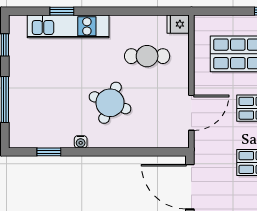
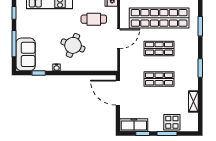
door: (191, 113) -> (119, 39), moved
sofa: (26, 119) -> (26, 54), added

